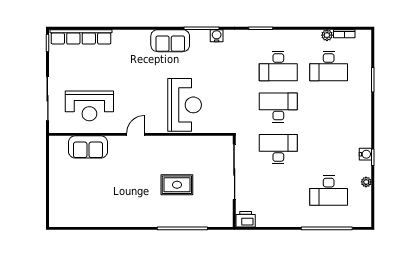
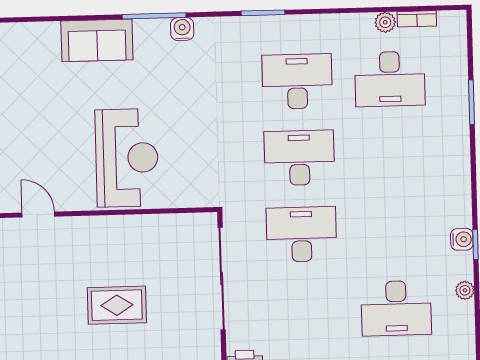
desk: (278, 66) -> (297, 81), turned 180
door: (136, 134) -> (38, 215), hinge flipped

